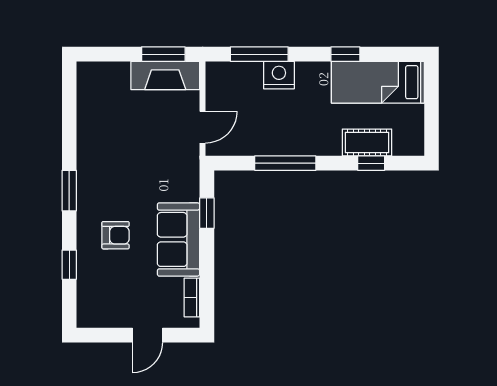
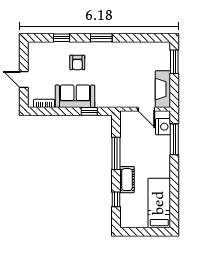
window: (163, 54) -> (174, 62), moved
window: (345, 54) -> (174, 186), removed
nightstand: (279, 75) -> (163, 127), moved
door: (203, 127) -> (146, 109), moved
cot: (367, 143) -> (127, 180), moved

